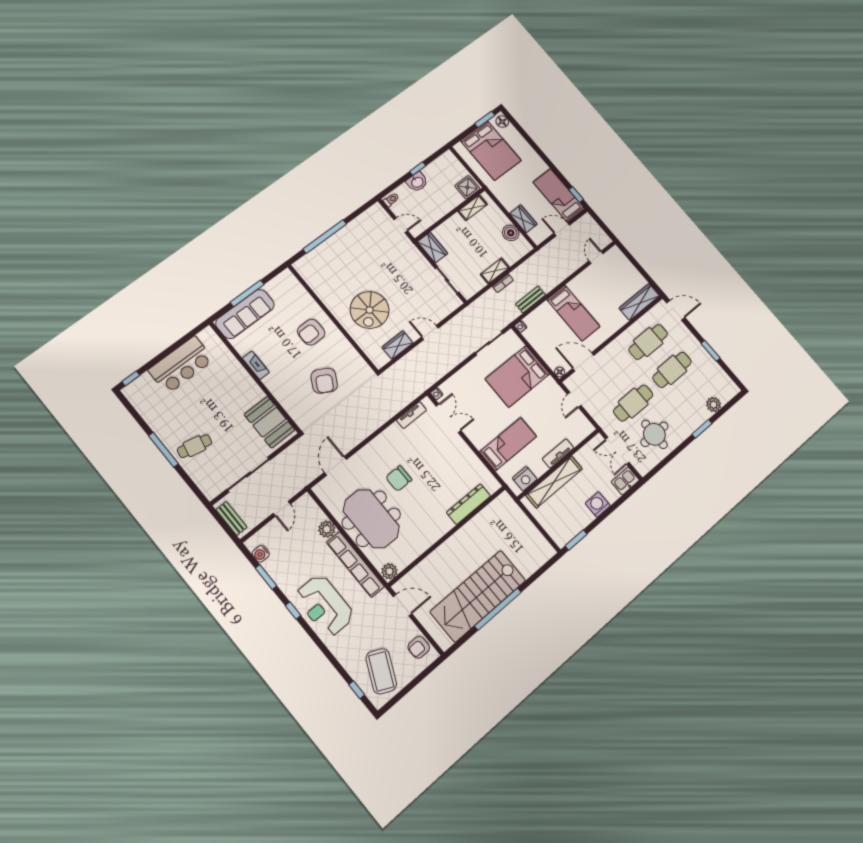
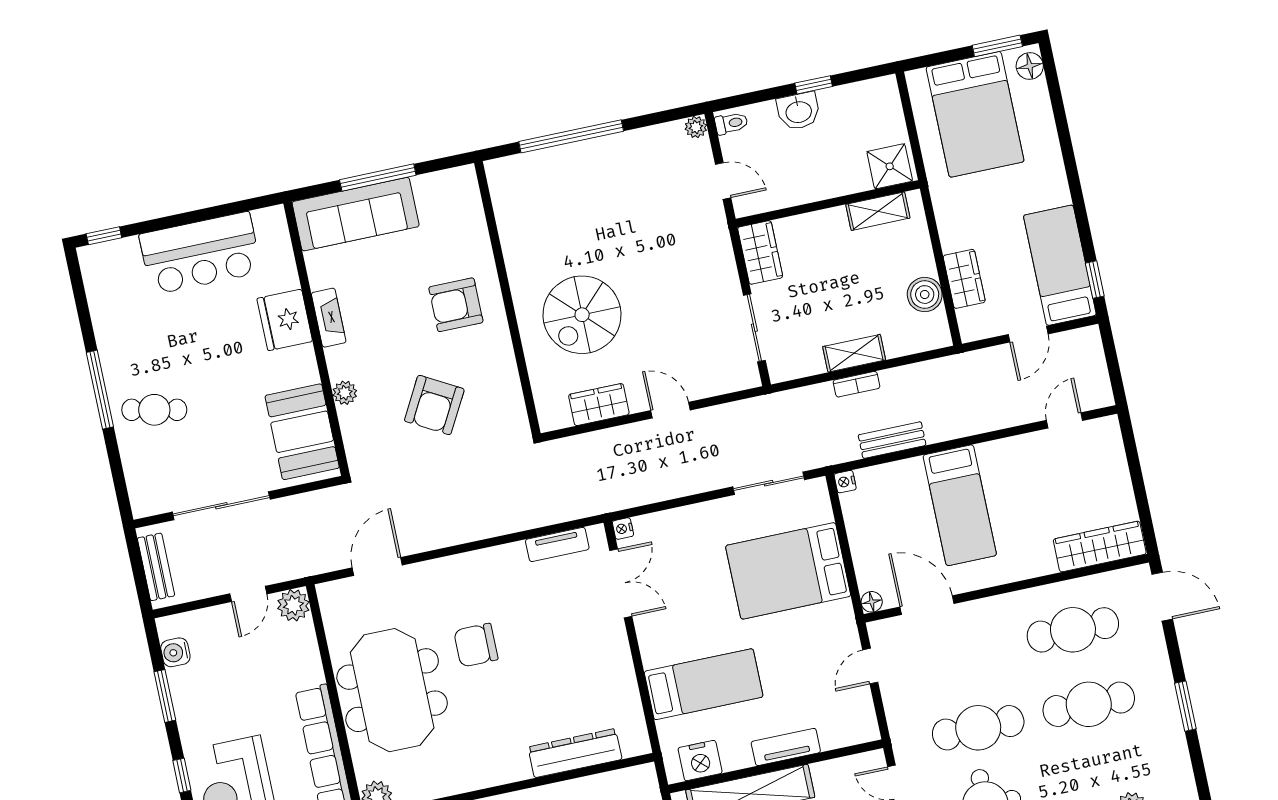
plant: (377, 208) -> (696, 127), added
door: (562, 229) -> (1028, 334), swing flipped
fridge: (236, 376) -> (285, 320), added
plant: (280, 395) -> (345, 393), added
plant: (327, 529) -> (293, 605), moved

